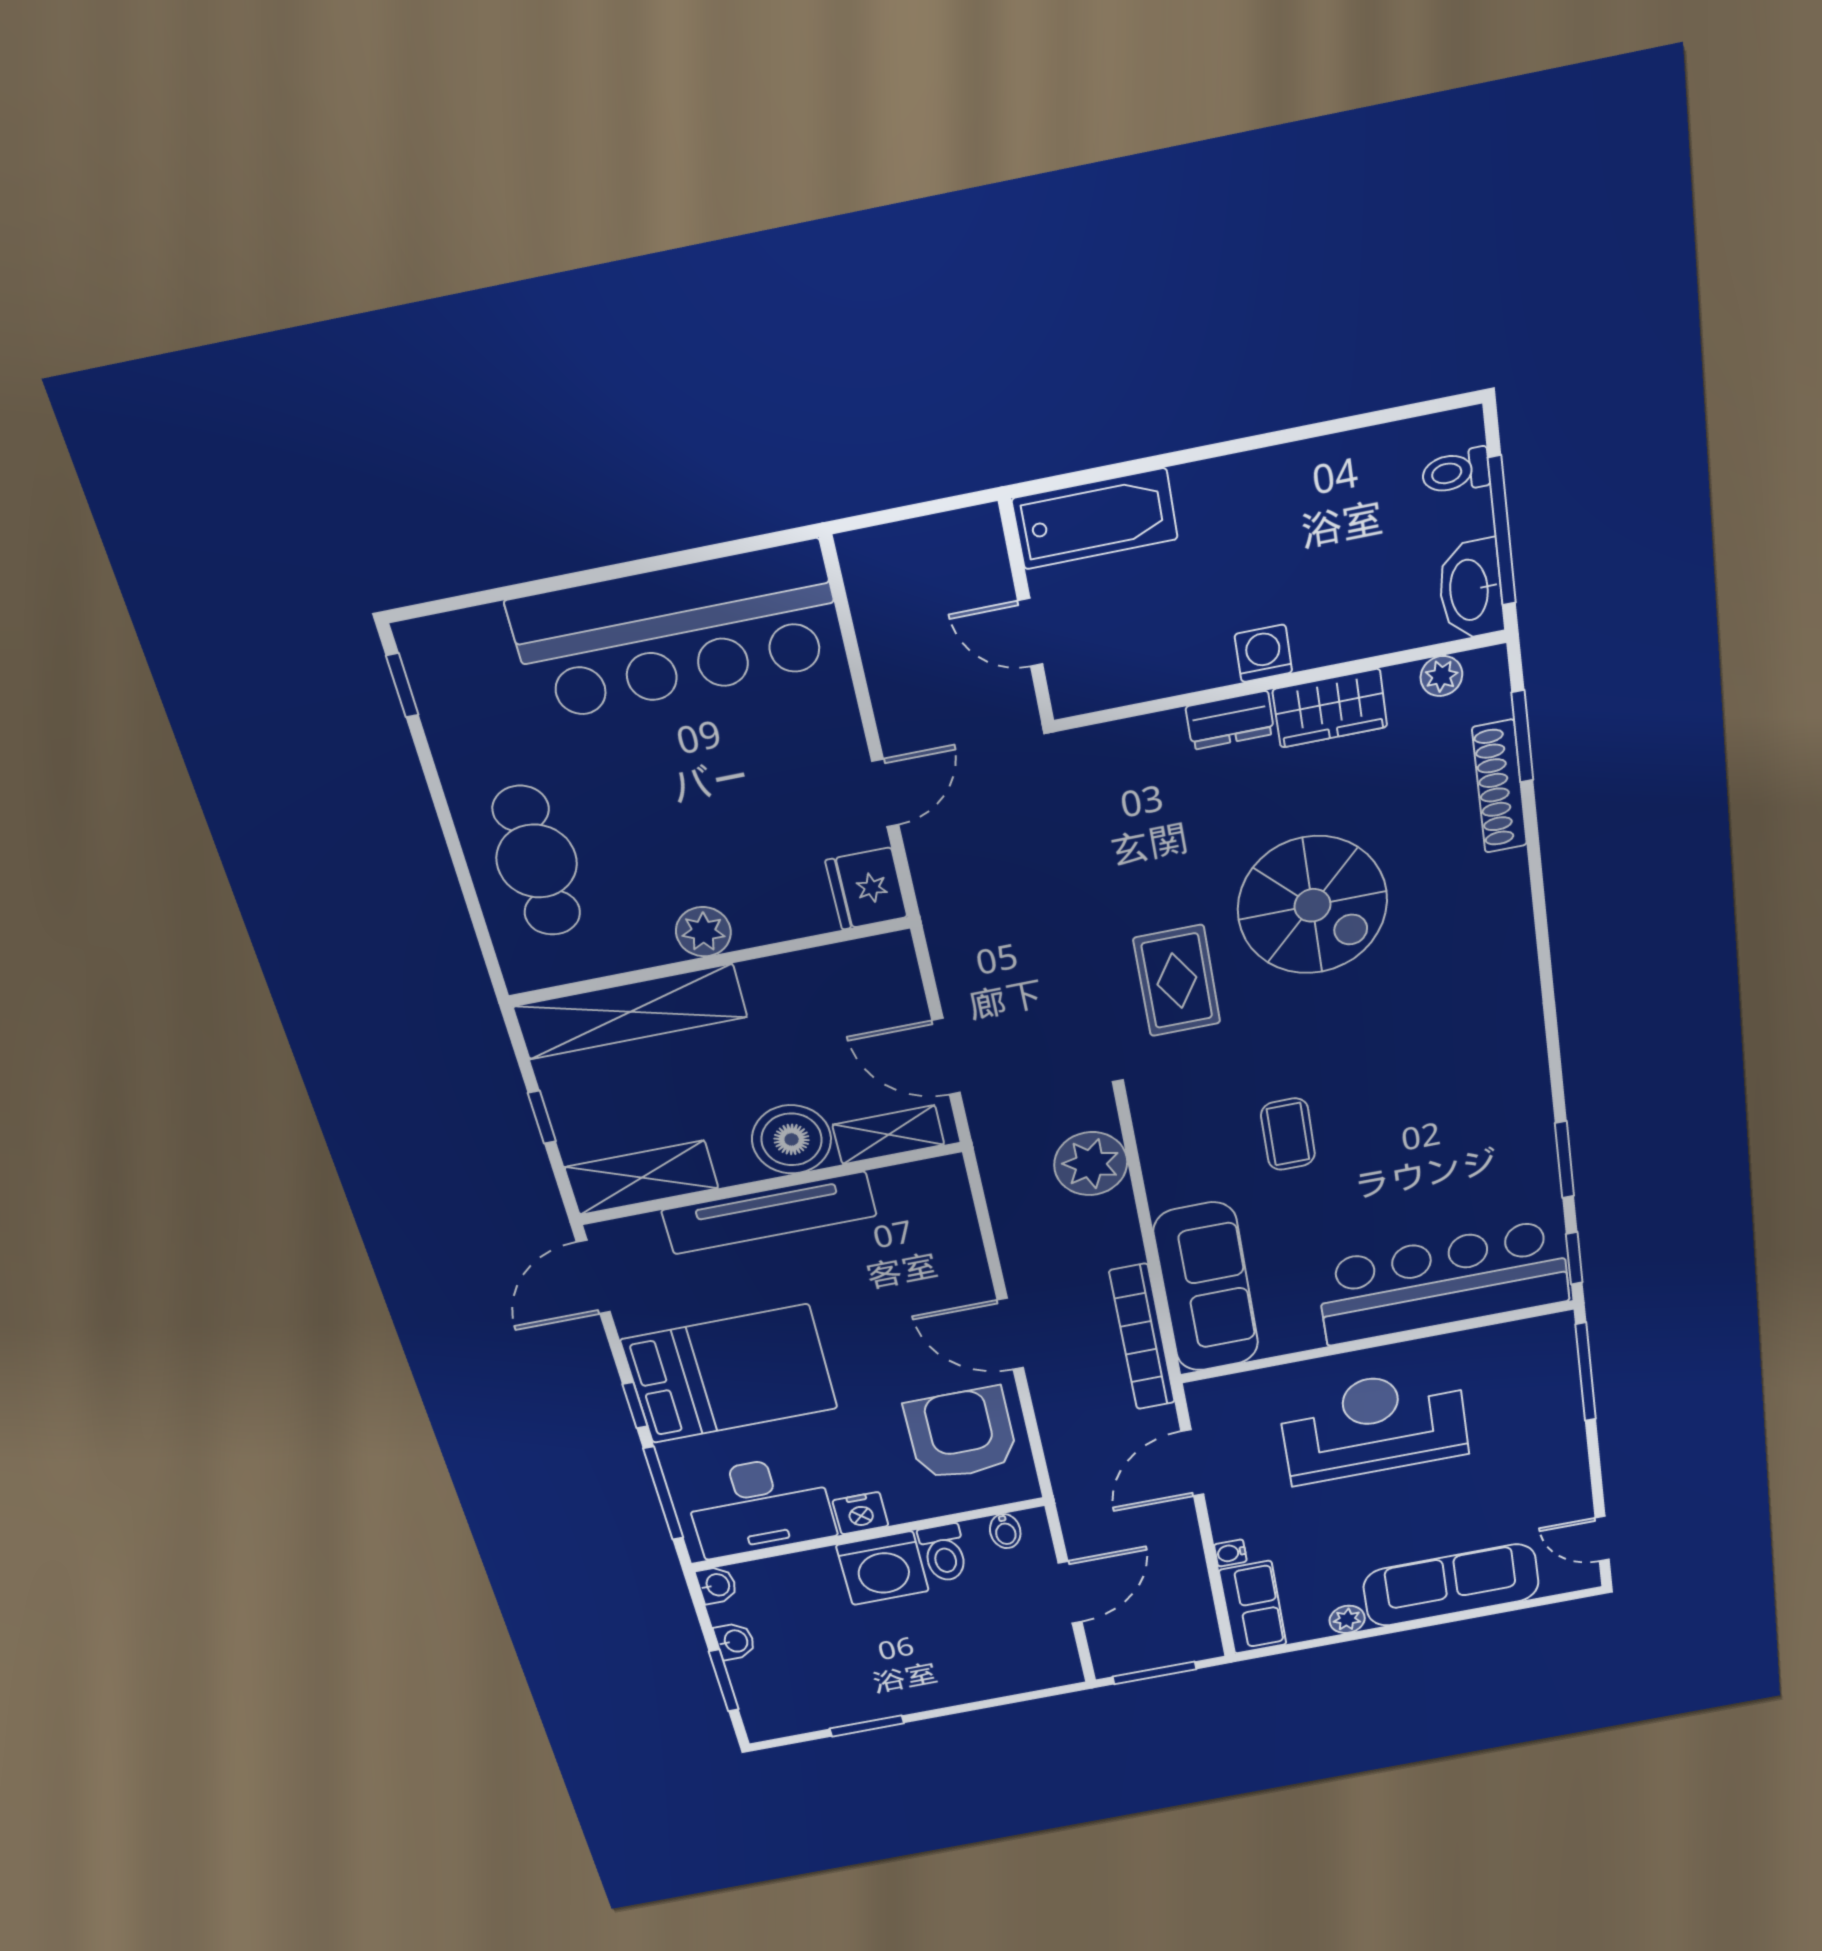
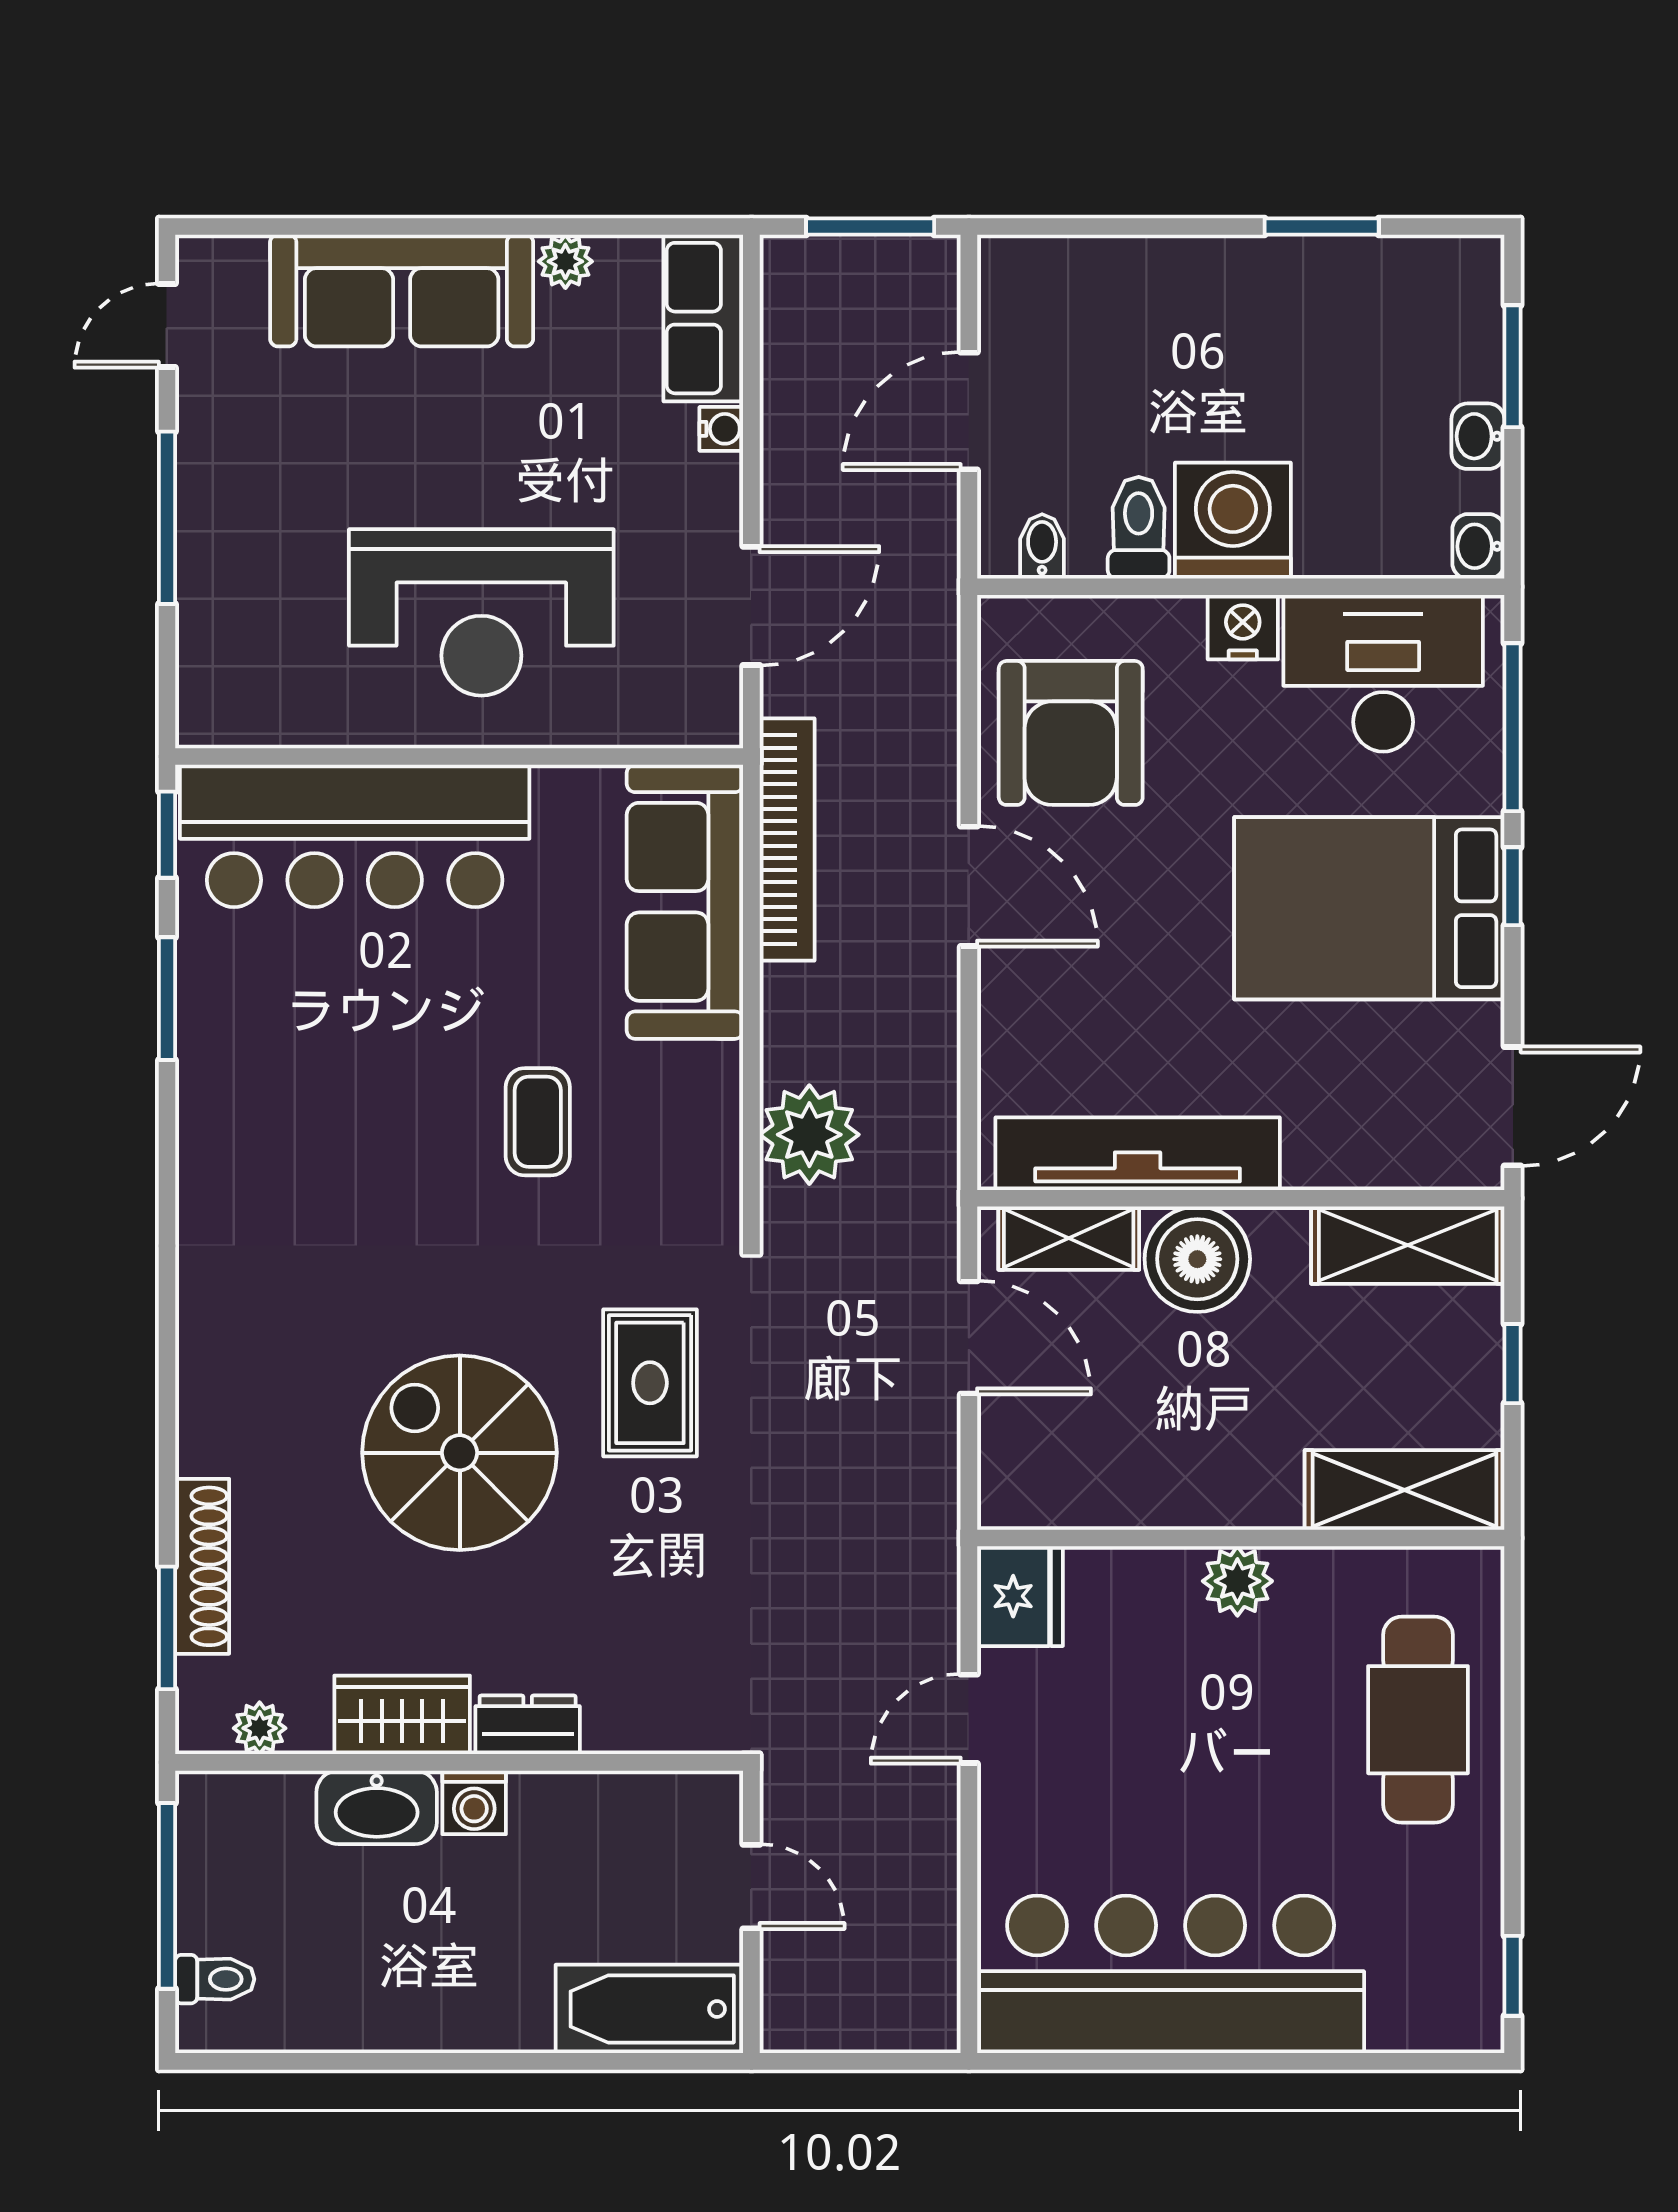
washbasin: (1471, 590) -> (377, 1807), moved, turned 90
shelving: (630, 1012) -> (1405, 1490), width x0.68
tv unit: (769, 1213) -> (1138, 1154), moved
window: (1586, 1372) -> (167, 518), moved
door: (1602, 1539) -> (167, 326), swing flipped

